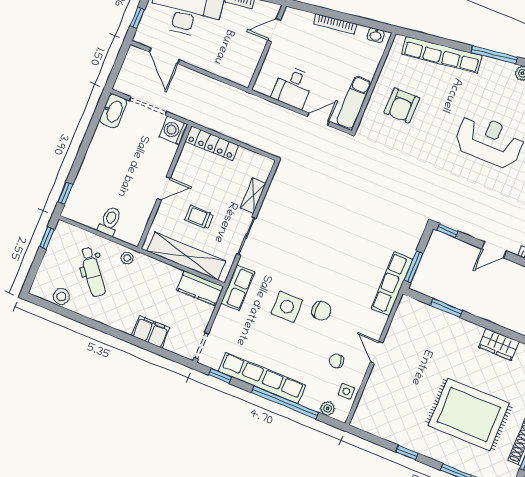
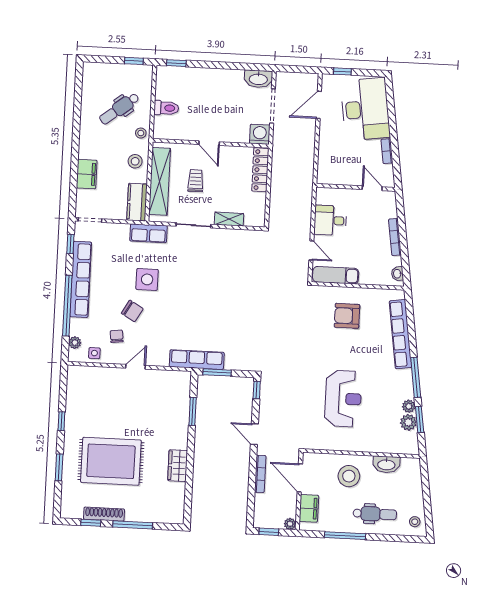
stool: (61, 296) -> (135, 161), moved
chair: (321, 311) -> (132, 311), moved, turned -60
rug: (469, 414) -> (111, 461), turned 90

